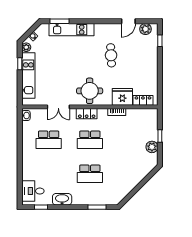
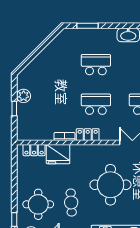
round table: (139, 54) -> (38, 204), added
round table: (90, 91) -> (110, 185), moved, width x1.36, depth x1.36
locker: (87, 114) -> (88, 135), moved

